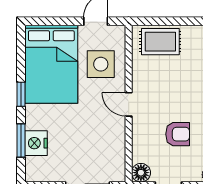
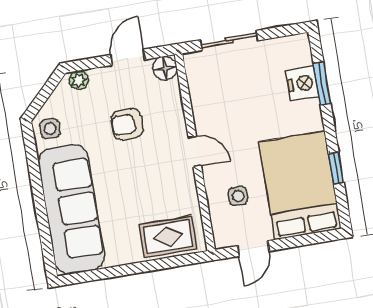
side table: (101, 64) -> (238, 196), width x0.54, depth x0.54
window: (21, 94) -> (336, 168), moved

